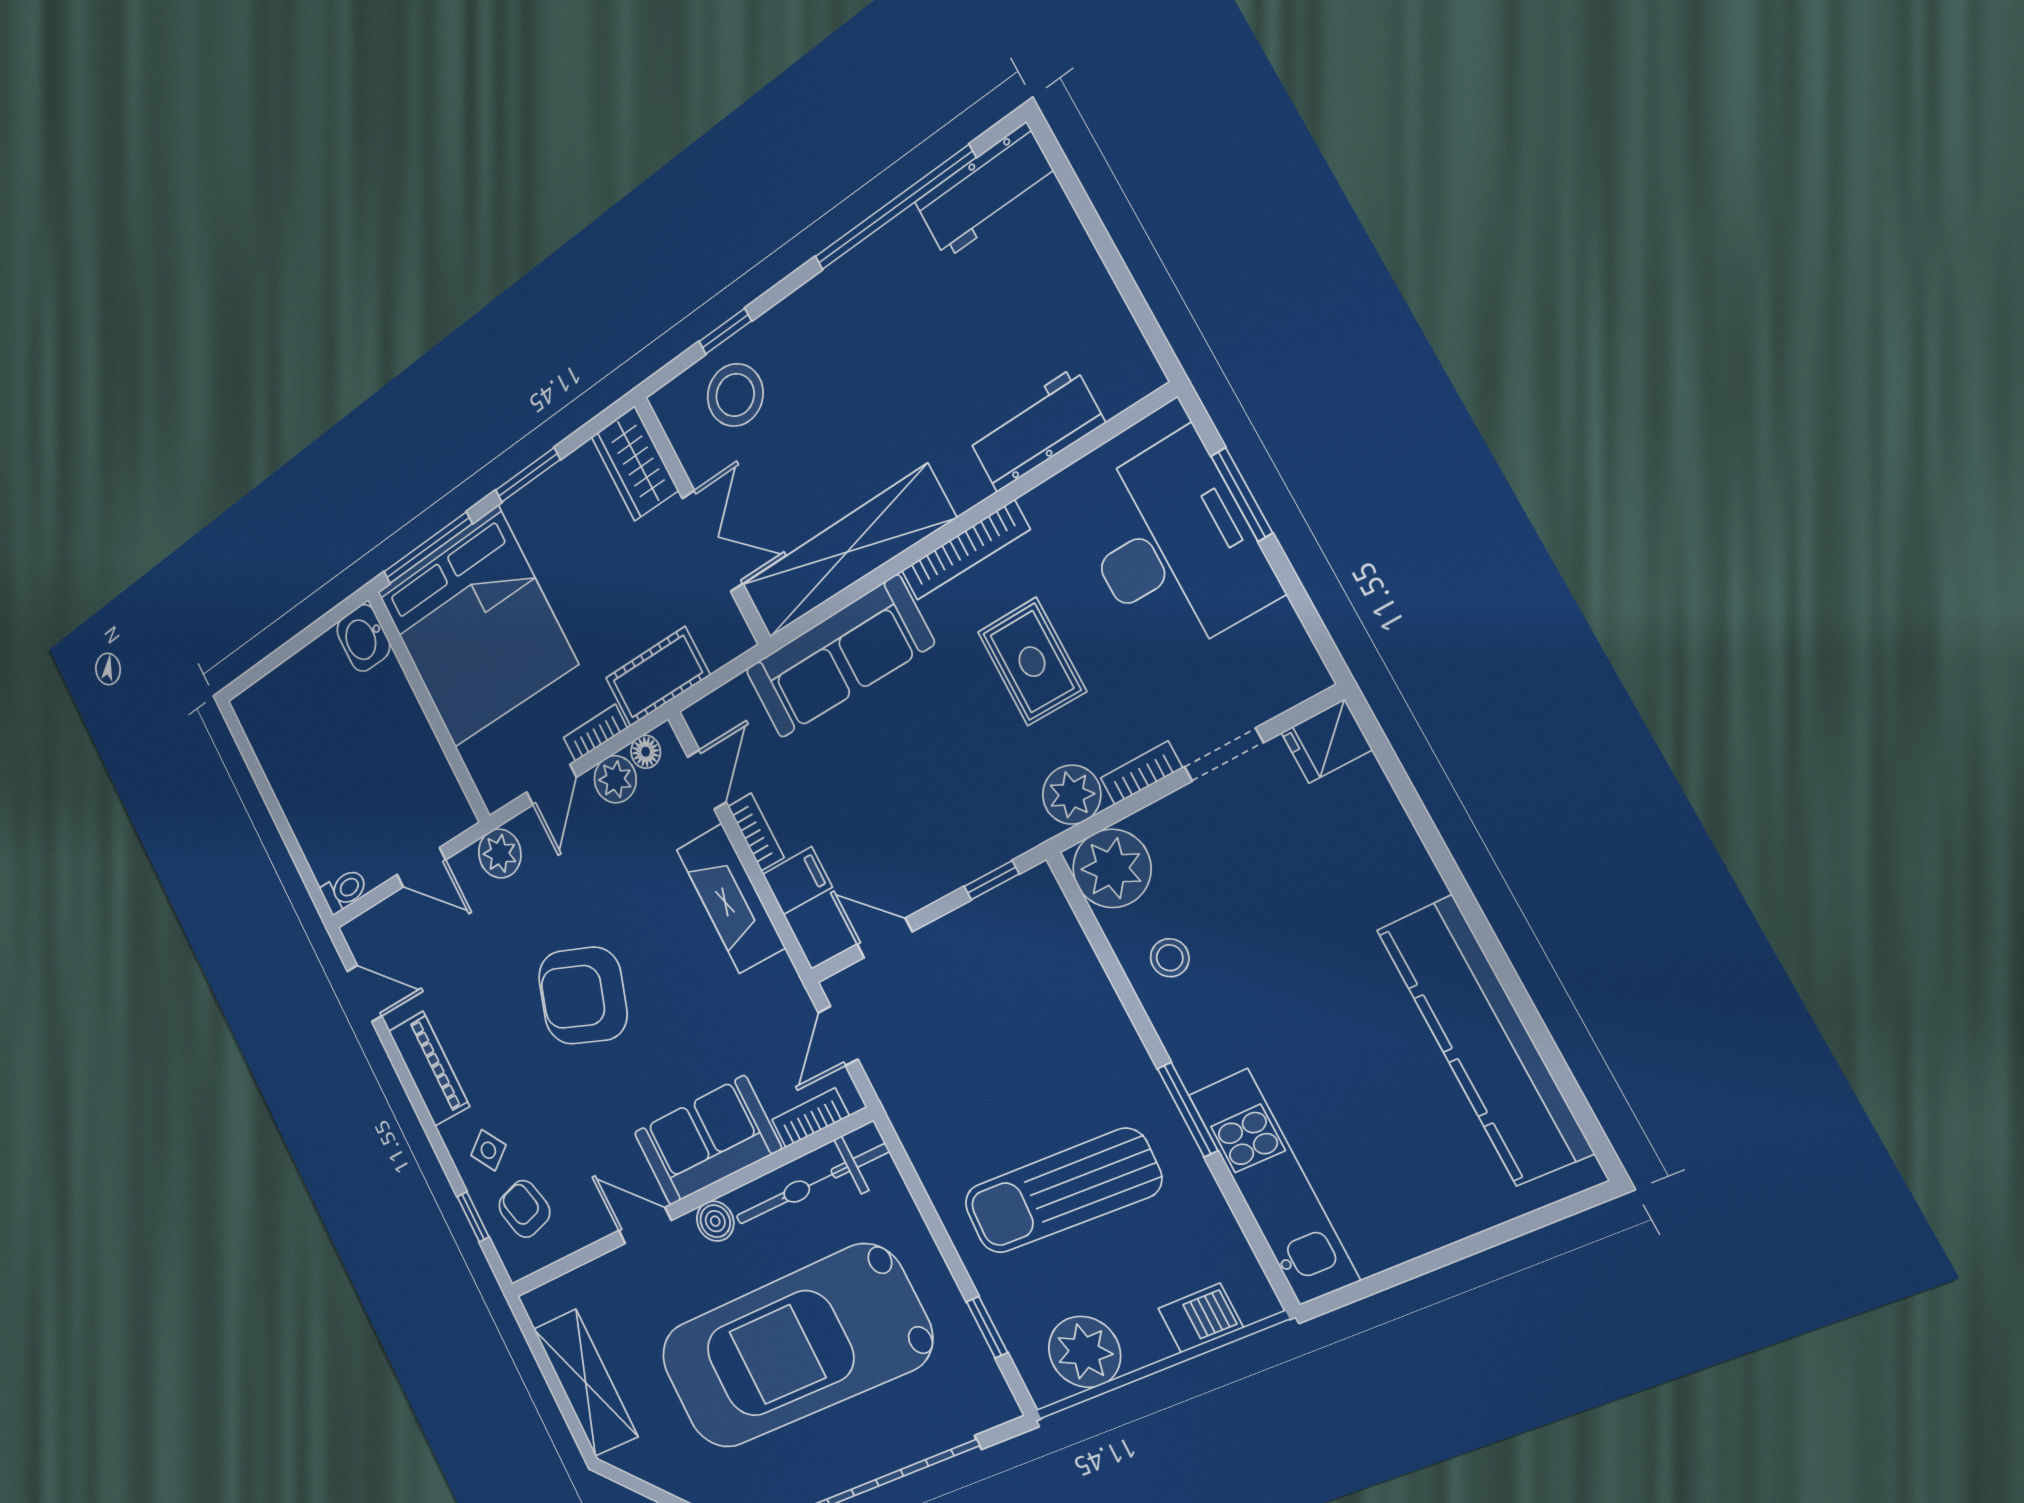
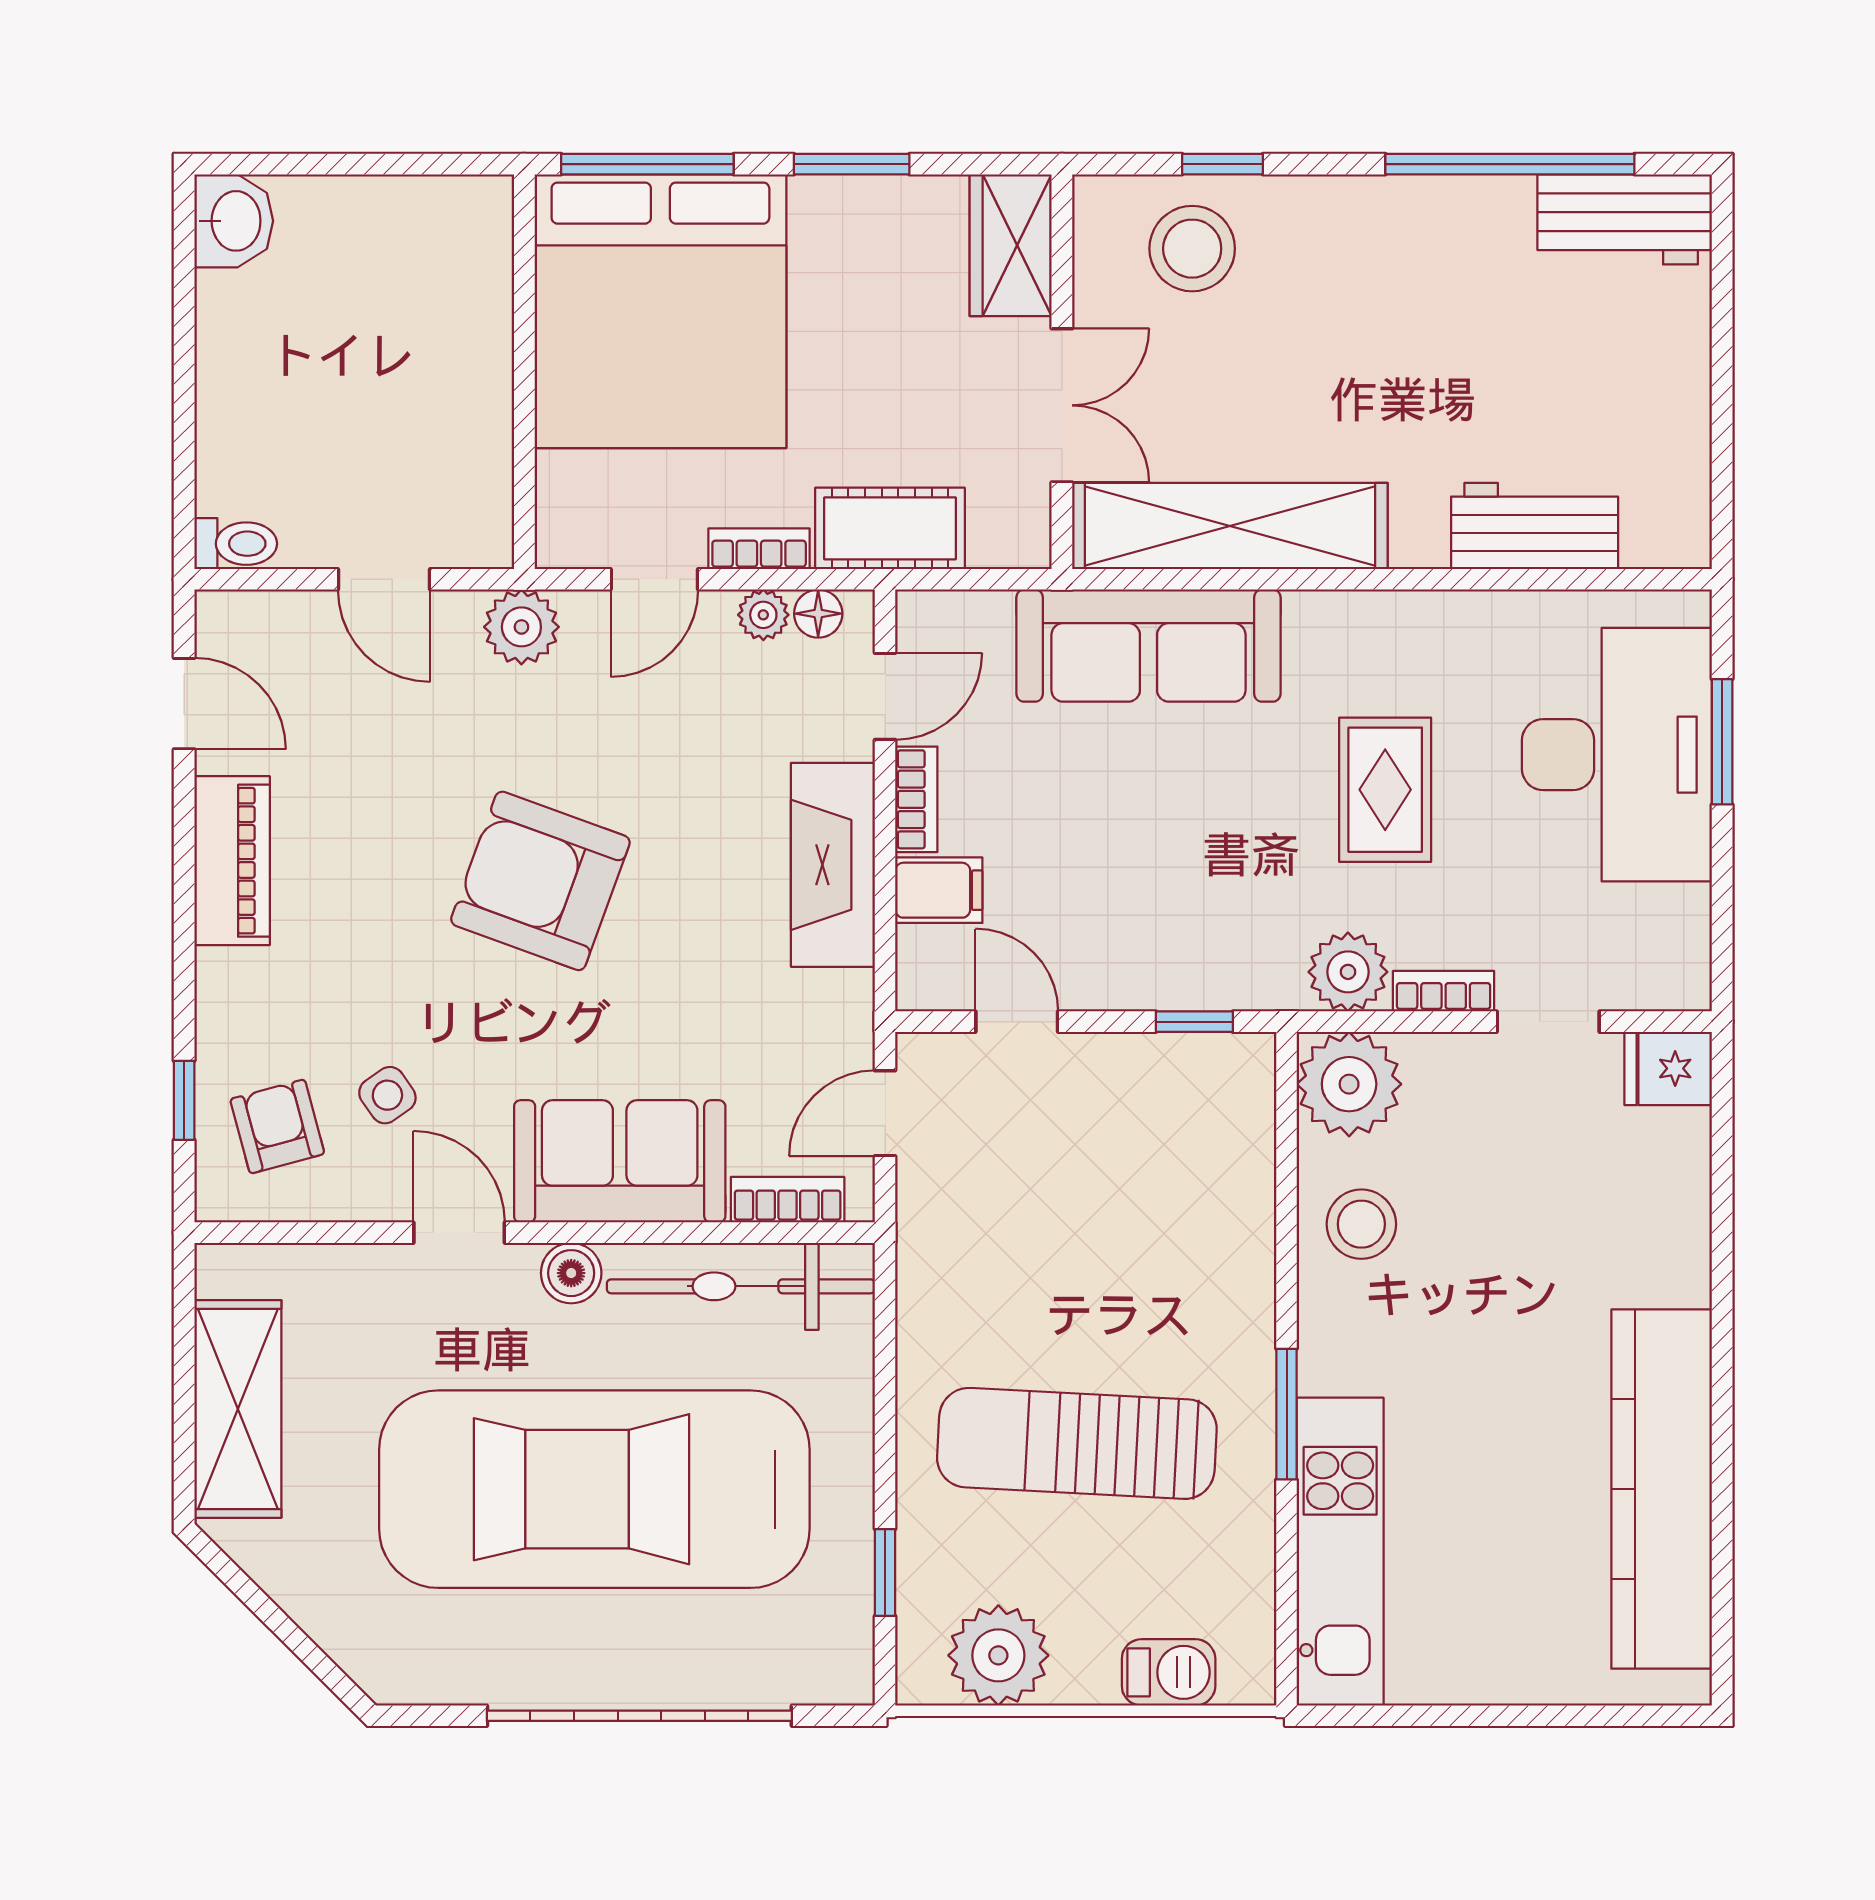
bookcase: (965, 550) -> (1376, 613), removed
washbasin: (363, 638) -> (234, 221), moved, turned 180
plant: (615, 779) -> (763, 615), width x0.73, depth x0.73
stool: (1170, 958) -> (1361, 1224), width x1.37, depth x1.37
side table: (488, 1150) -> (387, 1095), moved

